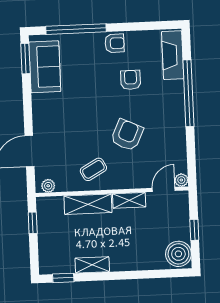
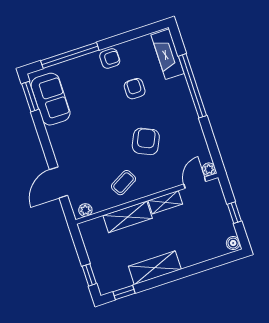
window: (33, 223) -> (89, 275), moved
boiler: (178, 254) -> (233, 243), width x0.54, depth x0.54
shelving: (92, 265) -> (155, 268), width x1.50, depth x1.33

